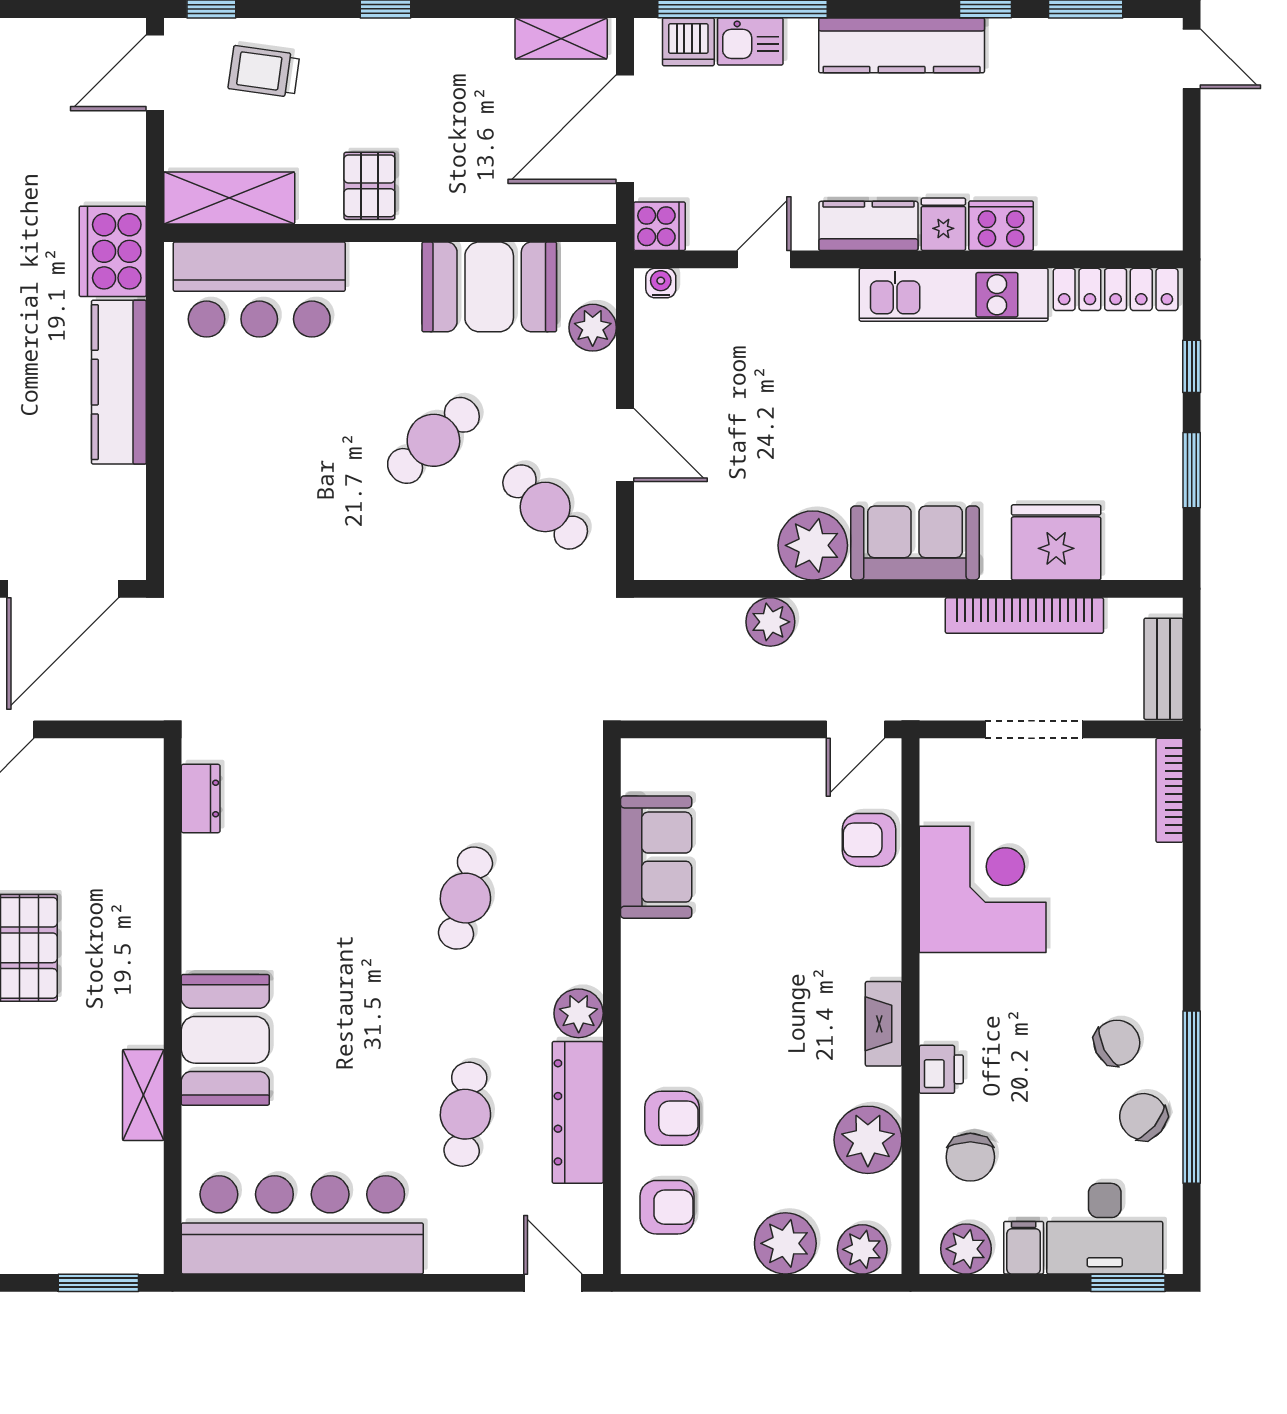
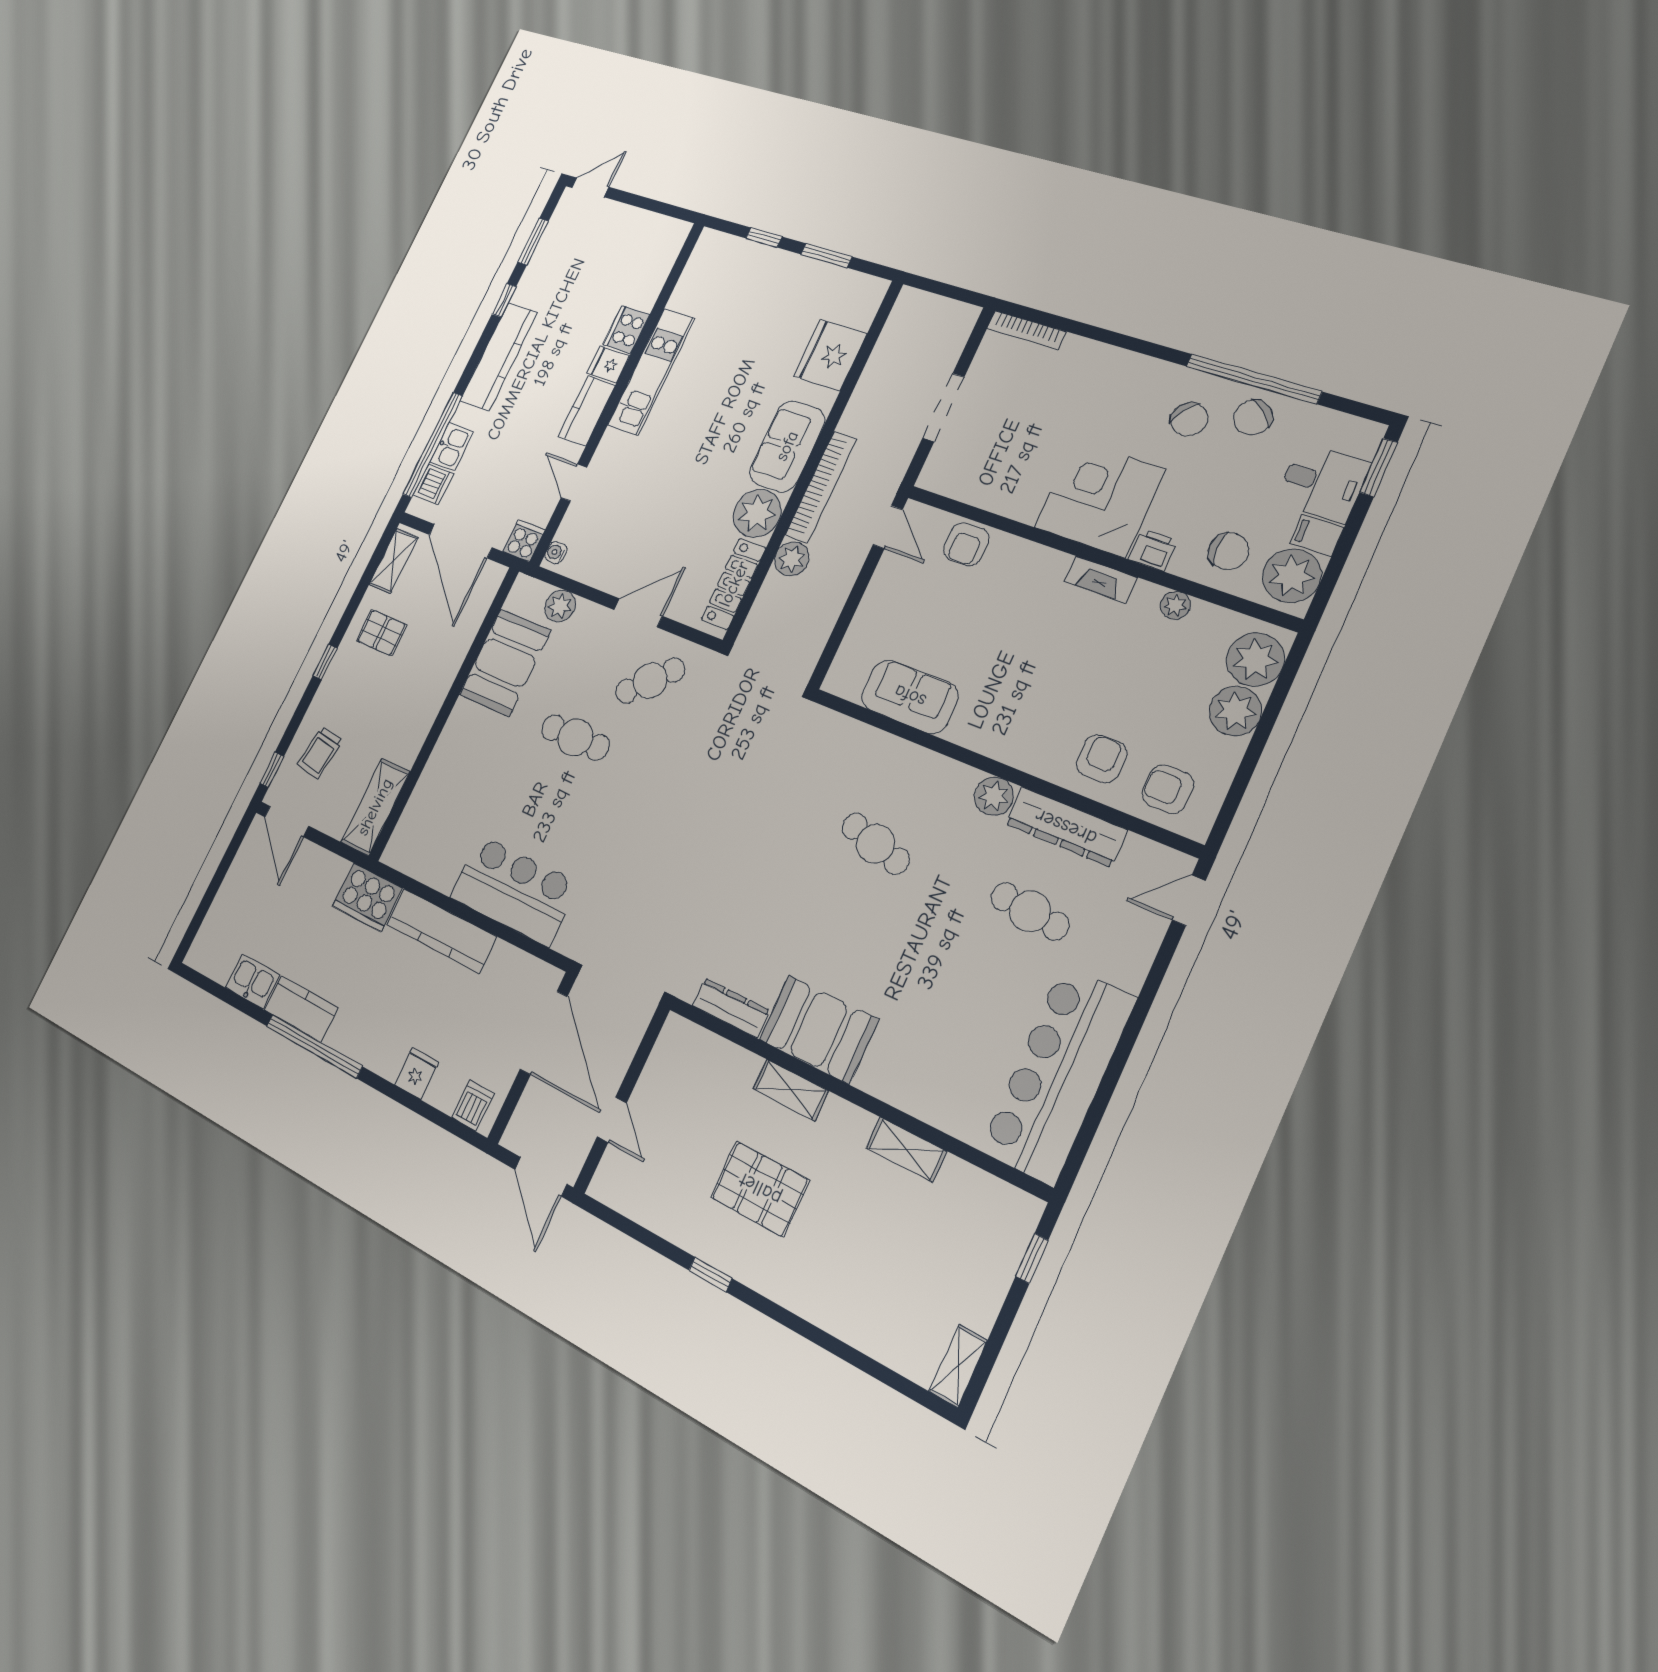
pallet: (369, 186) -> (382, 633), moved
bar counter: (259, 289) -> (514, 890), moved, turned -90
locker: (1116, 289) -> (734, 584), moved, turned 180
cafe table: (433, 440) -> (575, 737), turned -48
bookcase: (1024, 616) -> (821, 487), moved
bench: (1163, 669) -> (943, 310), removed
dresser: (201, 798) -> (731, 1008), width x1.44
corner desk: (983, 889) -> (1099, 498), moved
shelving: (143, 931) -> (791, 1090), added
booth: (225, 1040) -> (819, 1029), moved
chair: (1117, 1043) -> (1189, 419), turned 153
plant: (868, 1140) -> (1175, 605), width x0.53, depth x0.53
armchair: (667, 1207) -> (1168, 789), turned -90
desk: (1105, 1229) -> (1323, 483), width x0.73
plant: (862, 1249) -> (1255, 659), width x1.36, depth x1.36
plant: (966, 1249) -> (1292, 576), width x1.36, depth x1.36
window: (98, 1283) -> (1032, 1258), width x0.67

